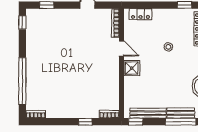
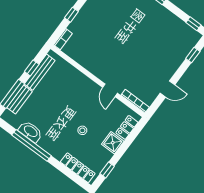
door: (122, 49) -> (110, 90), hinge flipped
shower: (132, 68) -> (113, 143), moved
window: (136, 122) -> (32, 68), moved

